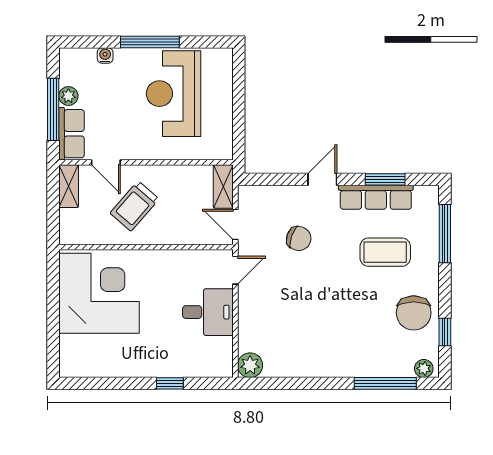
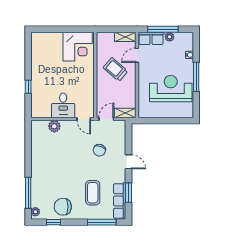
row of seats: (376, 197) -> (120, 201), moved
corner desk: (99, 293) -> (78, 47), width x0.74, depth x0.74
plant: (250, 365) -> (54, 126), moved

